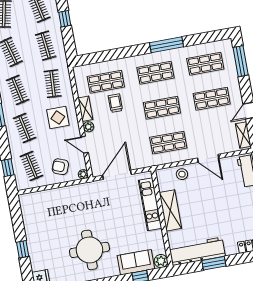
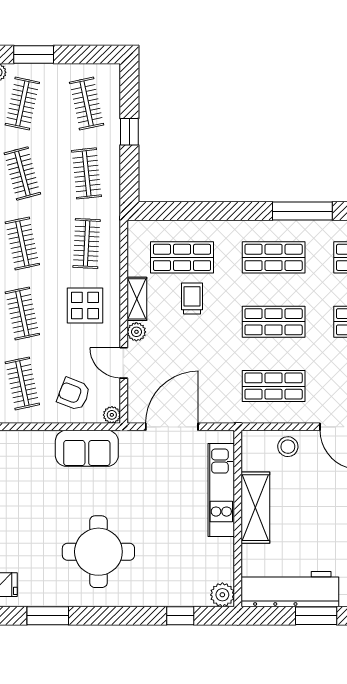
sofa: (136, 262) -> (87, 448), moved, turned 180

